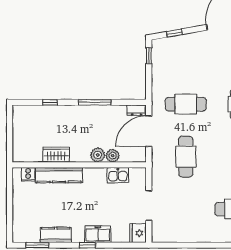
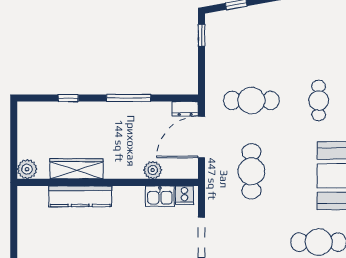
wardrobe: (56, 155) -> (77, 169), width x1.50
plant: (98, 155) -> (27, 169), moved
cooker: (28, 174) -> (184, 195), moved

